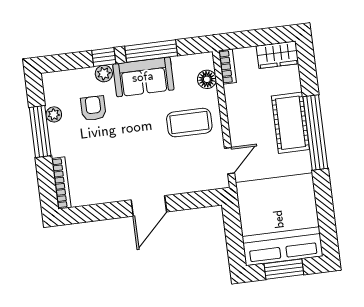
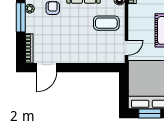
door: (149, 206) -> (47, 68), moved

